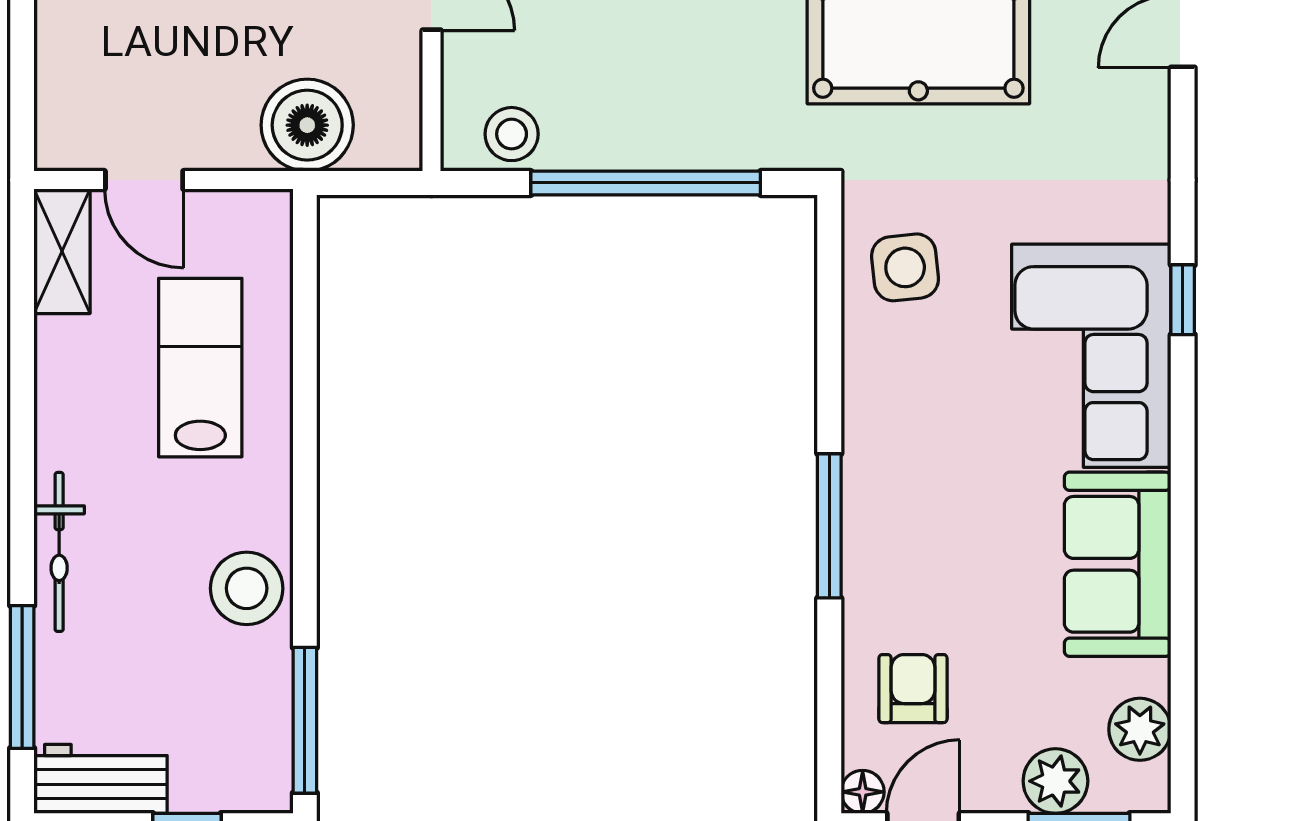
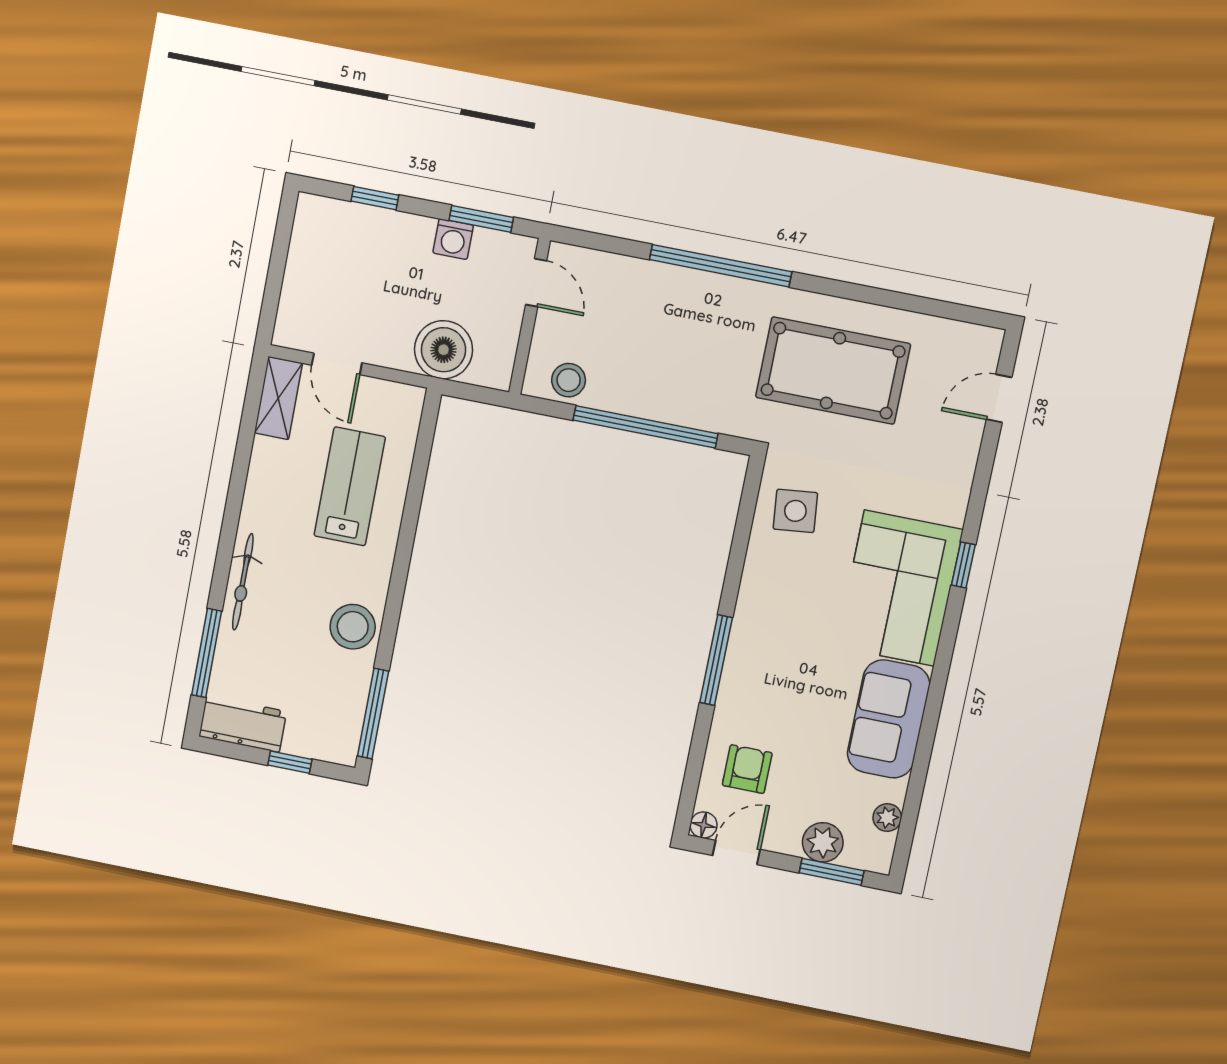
plant: (1140, 729) -> (887, 818), width x0.73, depth x0.73

